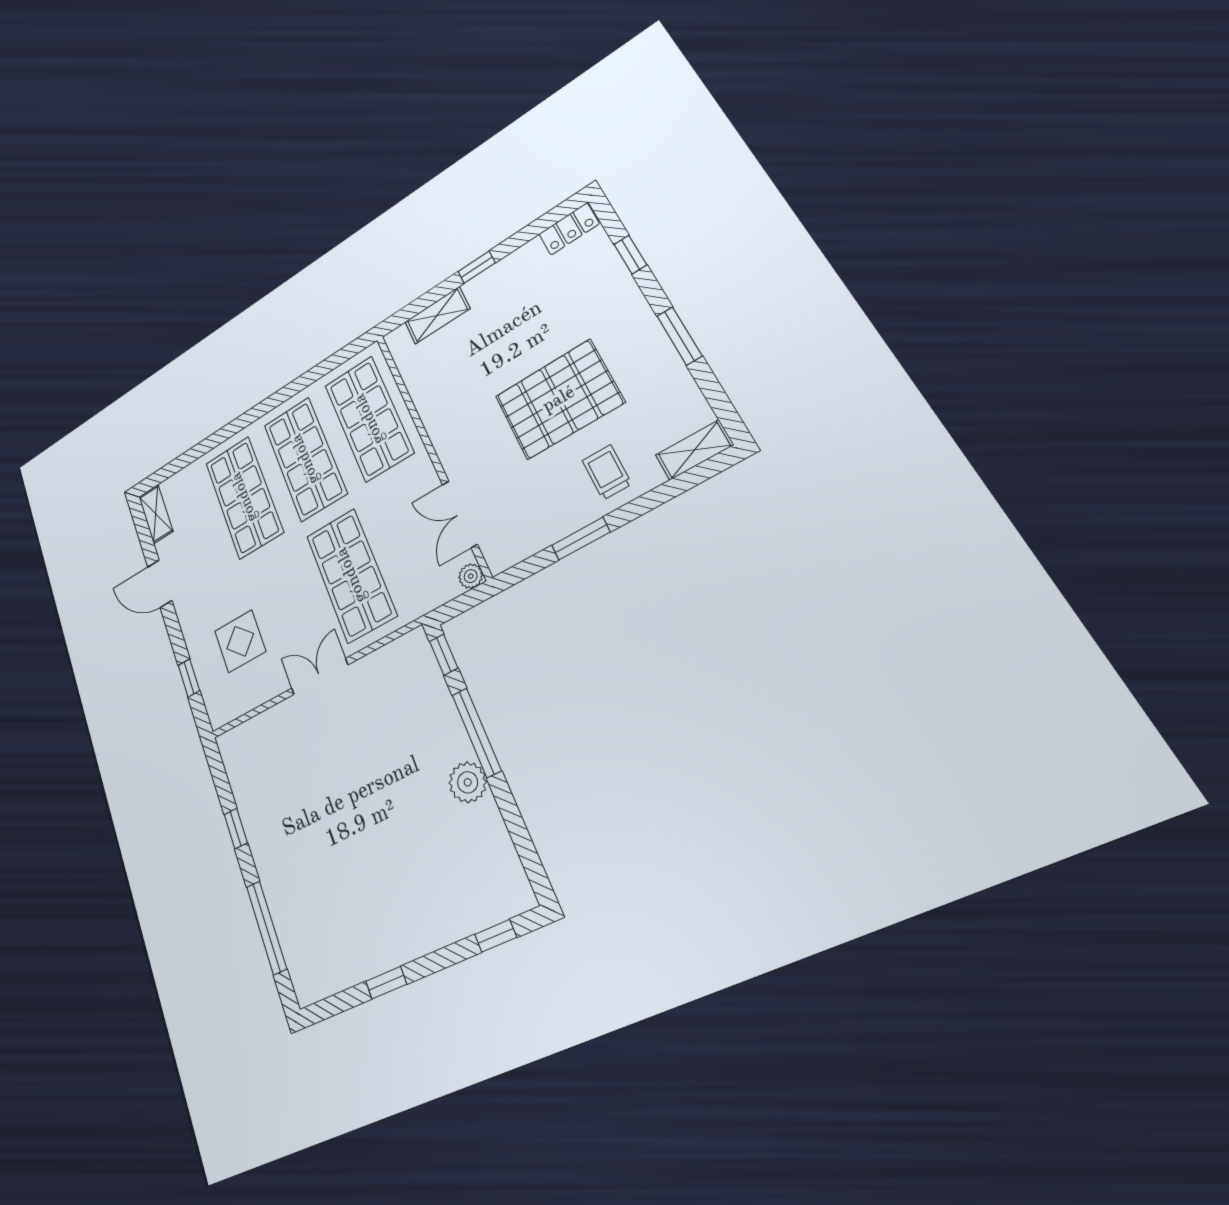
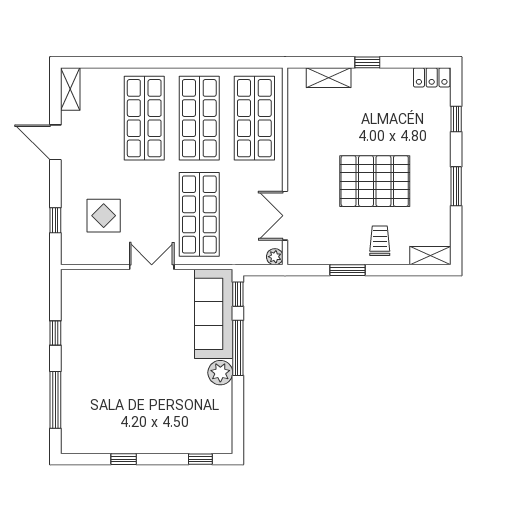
sofa: (423, 700) -> (214, 314), added

